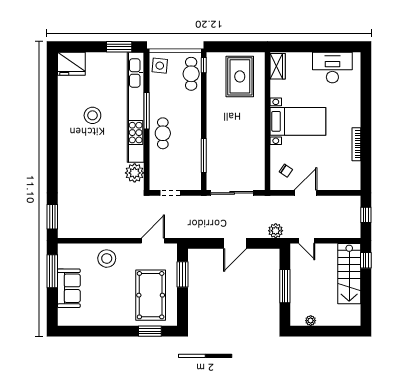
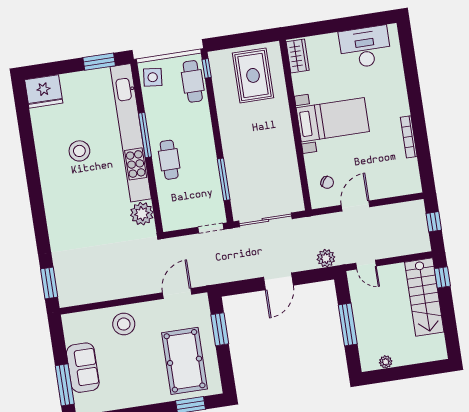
doorway: (170, 193) -> (211, 228), moved
window: (52, 271) -> (65, 385), moved

